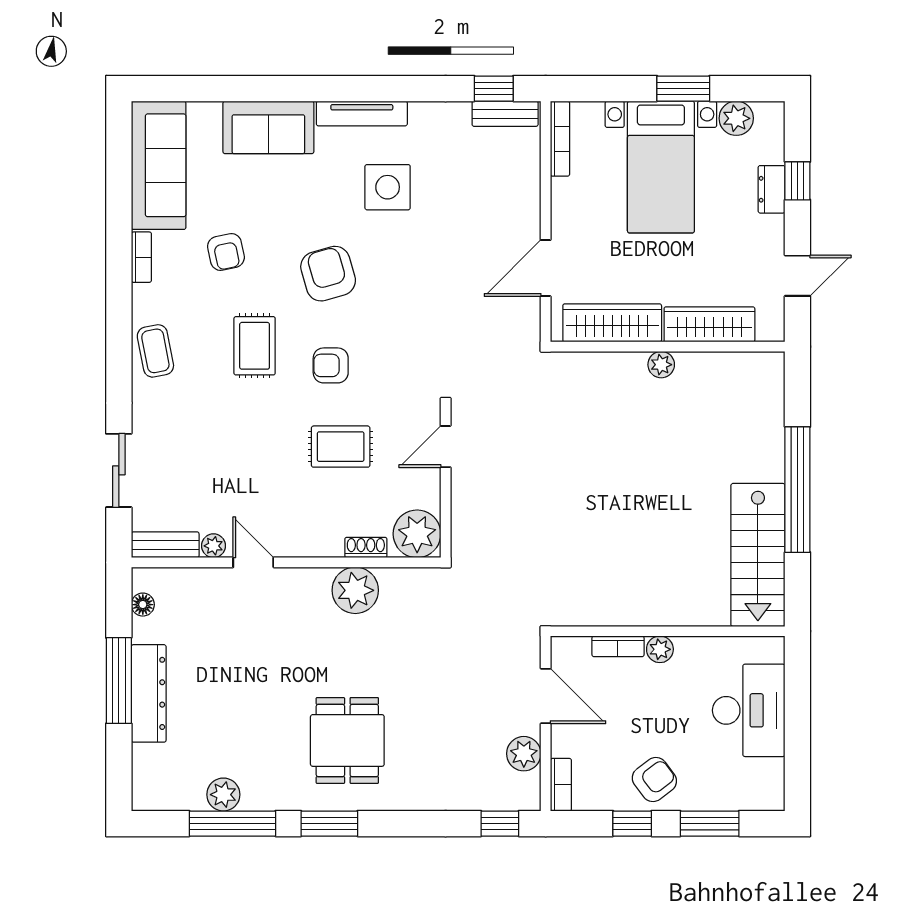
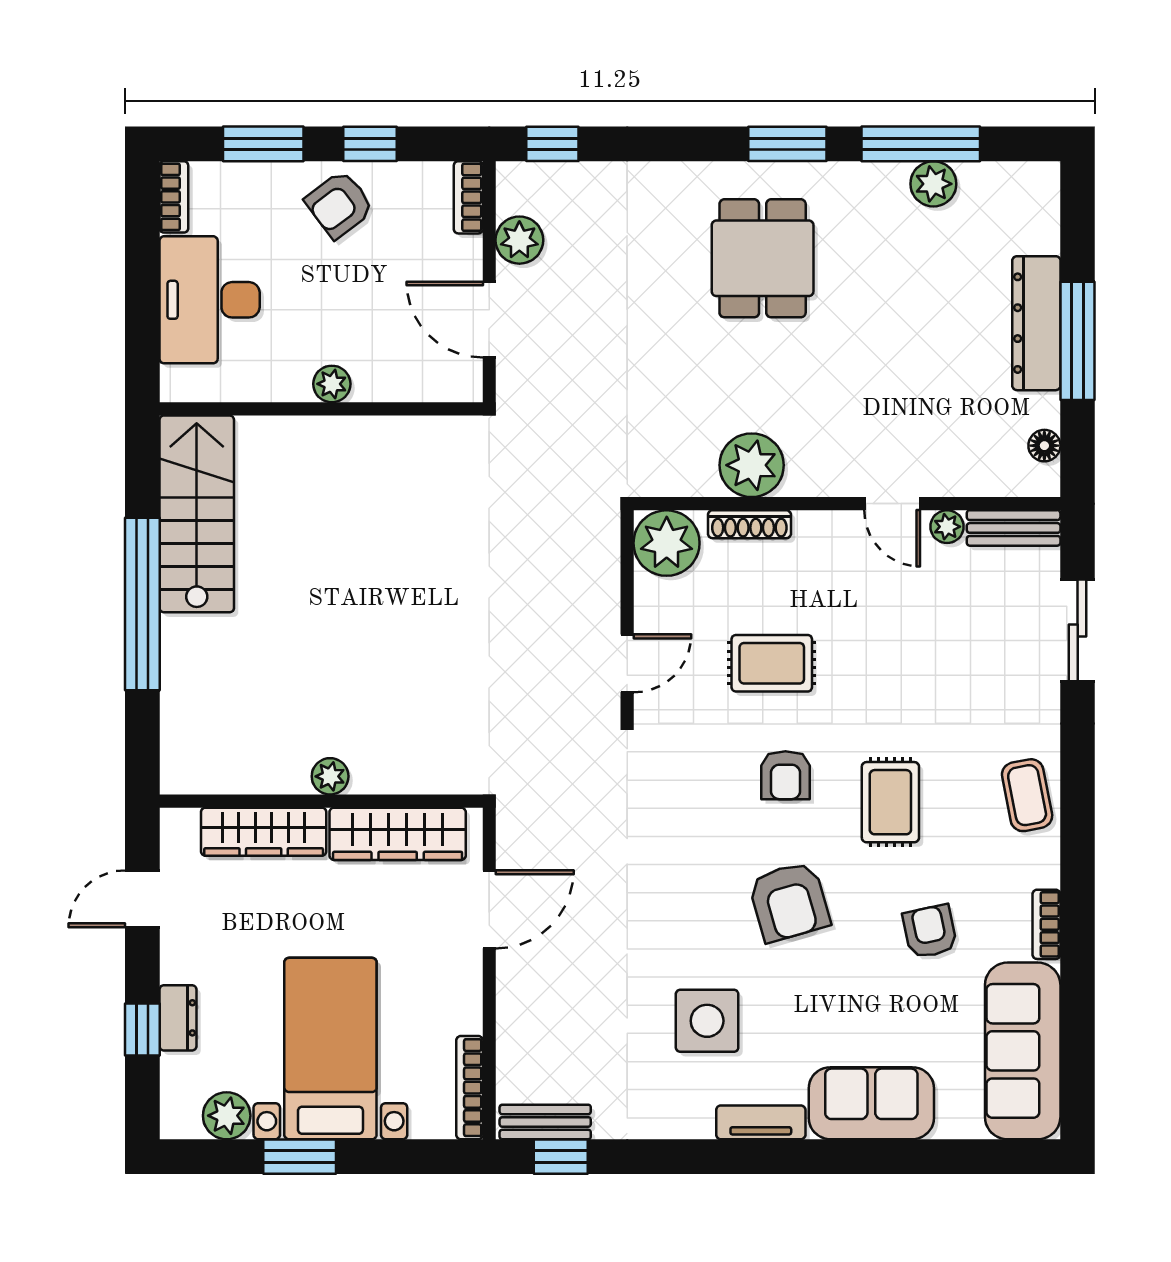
tv unit: (362, 113) -> (761, 1122), width x0.71
armchair: (331, 365) -> (785, 775), turned 90
shoe rack: (366, 548) -> (749, 524), width x1.43
bookcase: (618, 646) -> (174, 197), moved, turned 90

